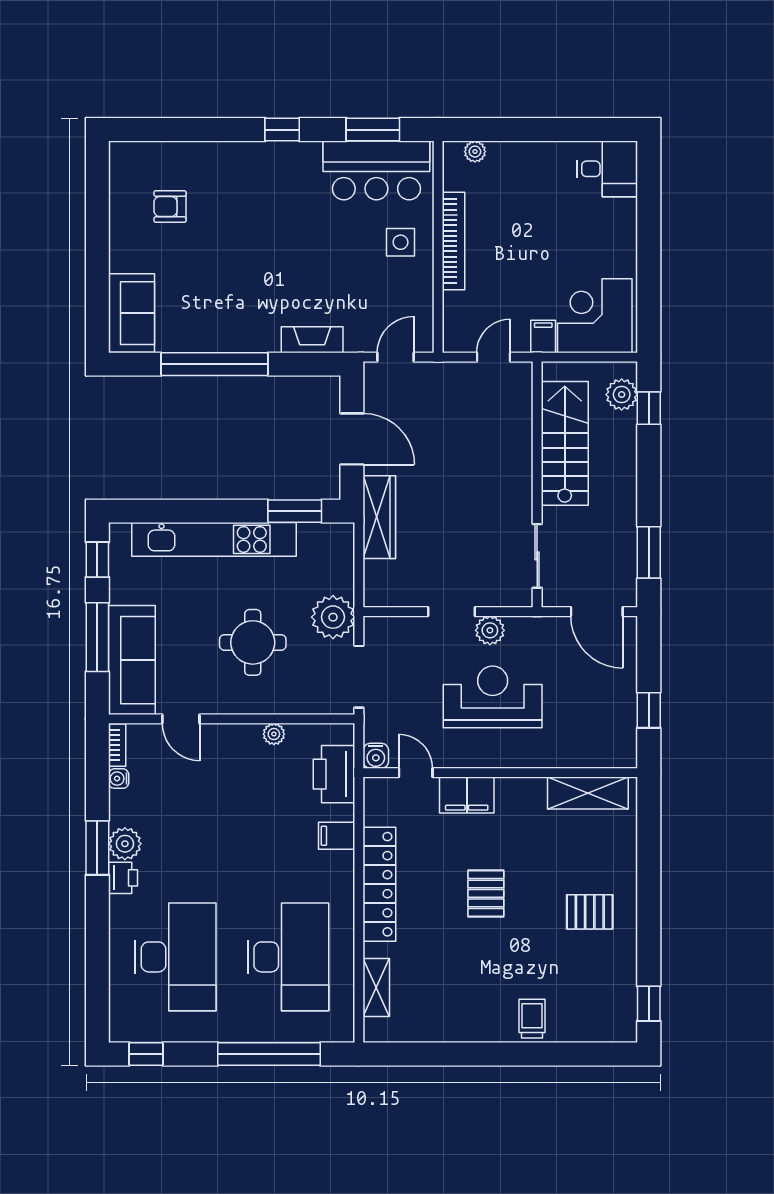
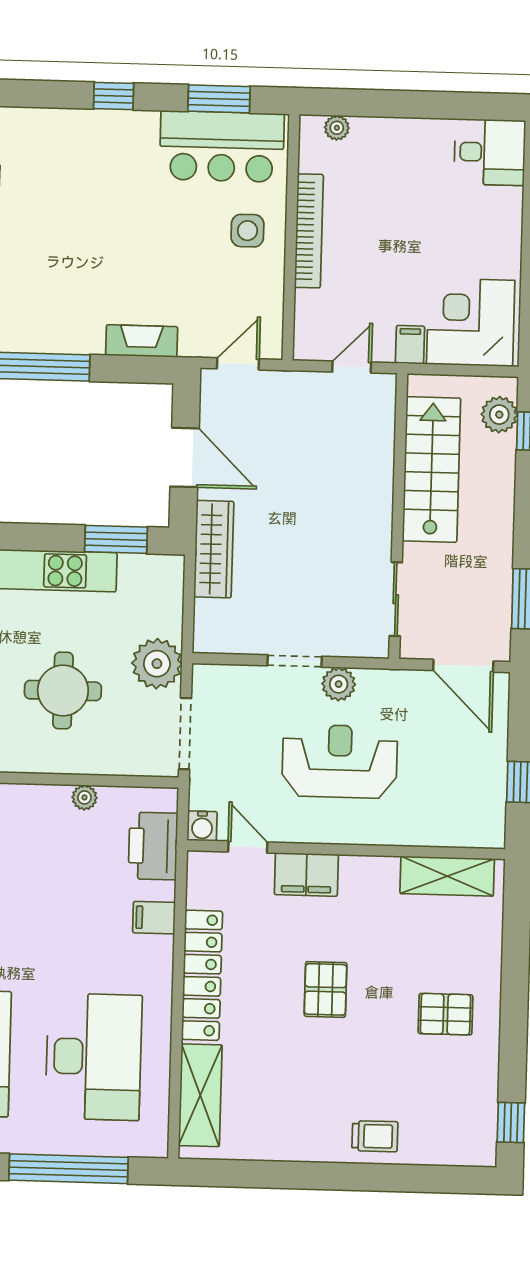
shelving: (376, 988) -> (200, 1095), width x1.50, depth x1.33
trolley: (532, 1019) -> (375, 1136), turned 90

